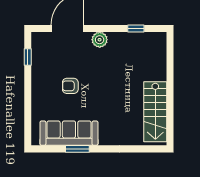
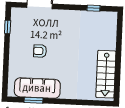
plant: (100, 40) -> (65, 16), removed
window: (77, 149) -> (33, 100), moved

